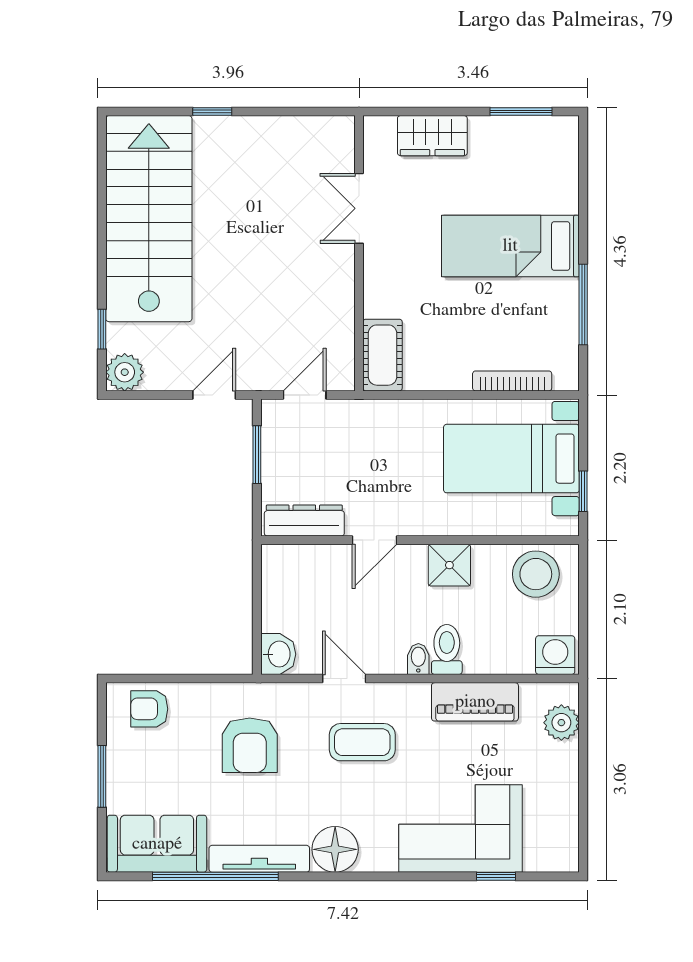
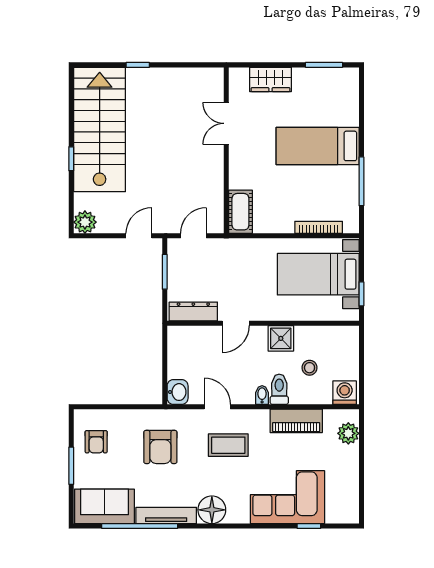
window: (102, 329) -> (71, 159), moved
stool: (536, 574) -> (310, 368), moved, width x0.53, depth x0.53
armchair: (149, 709) -> (96, 442), moved, turned -90

